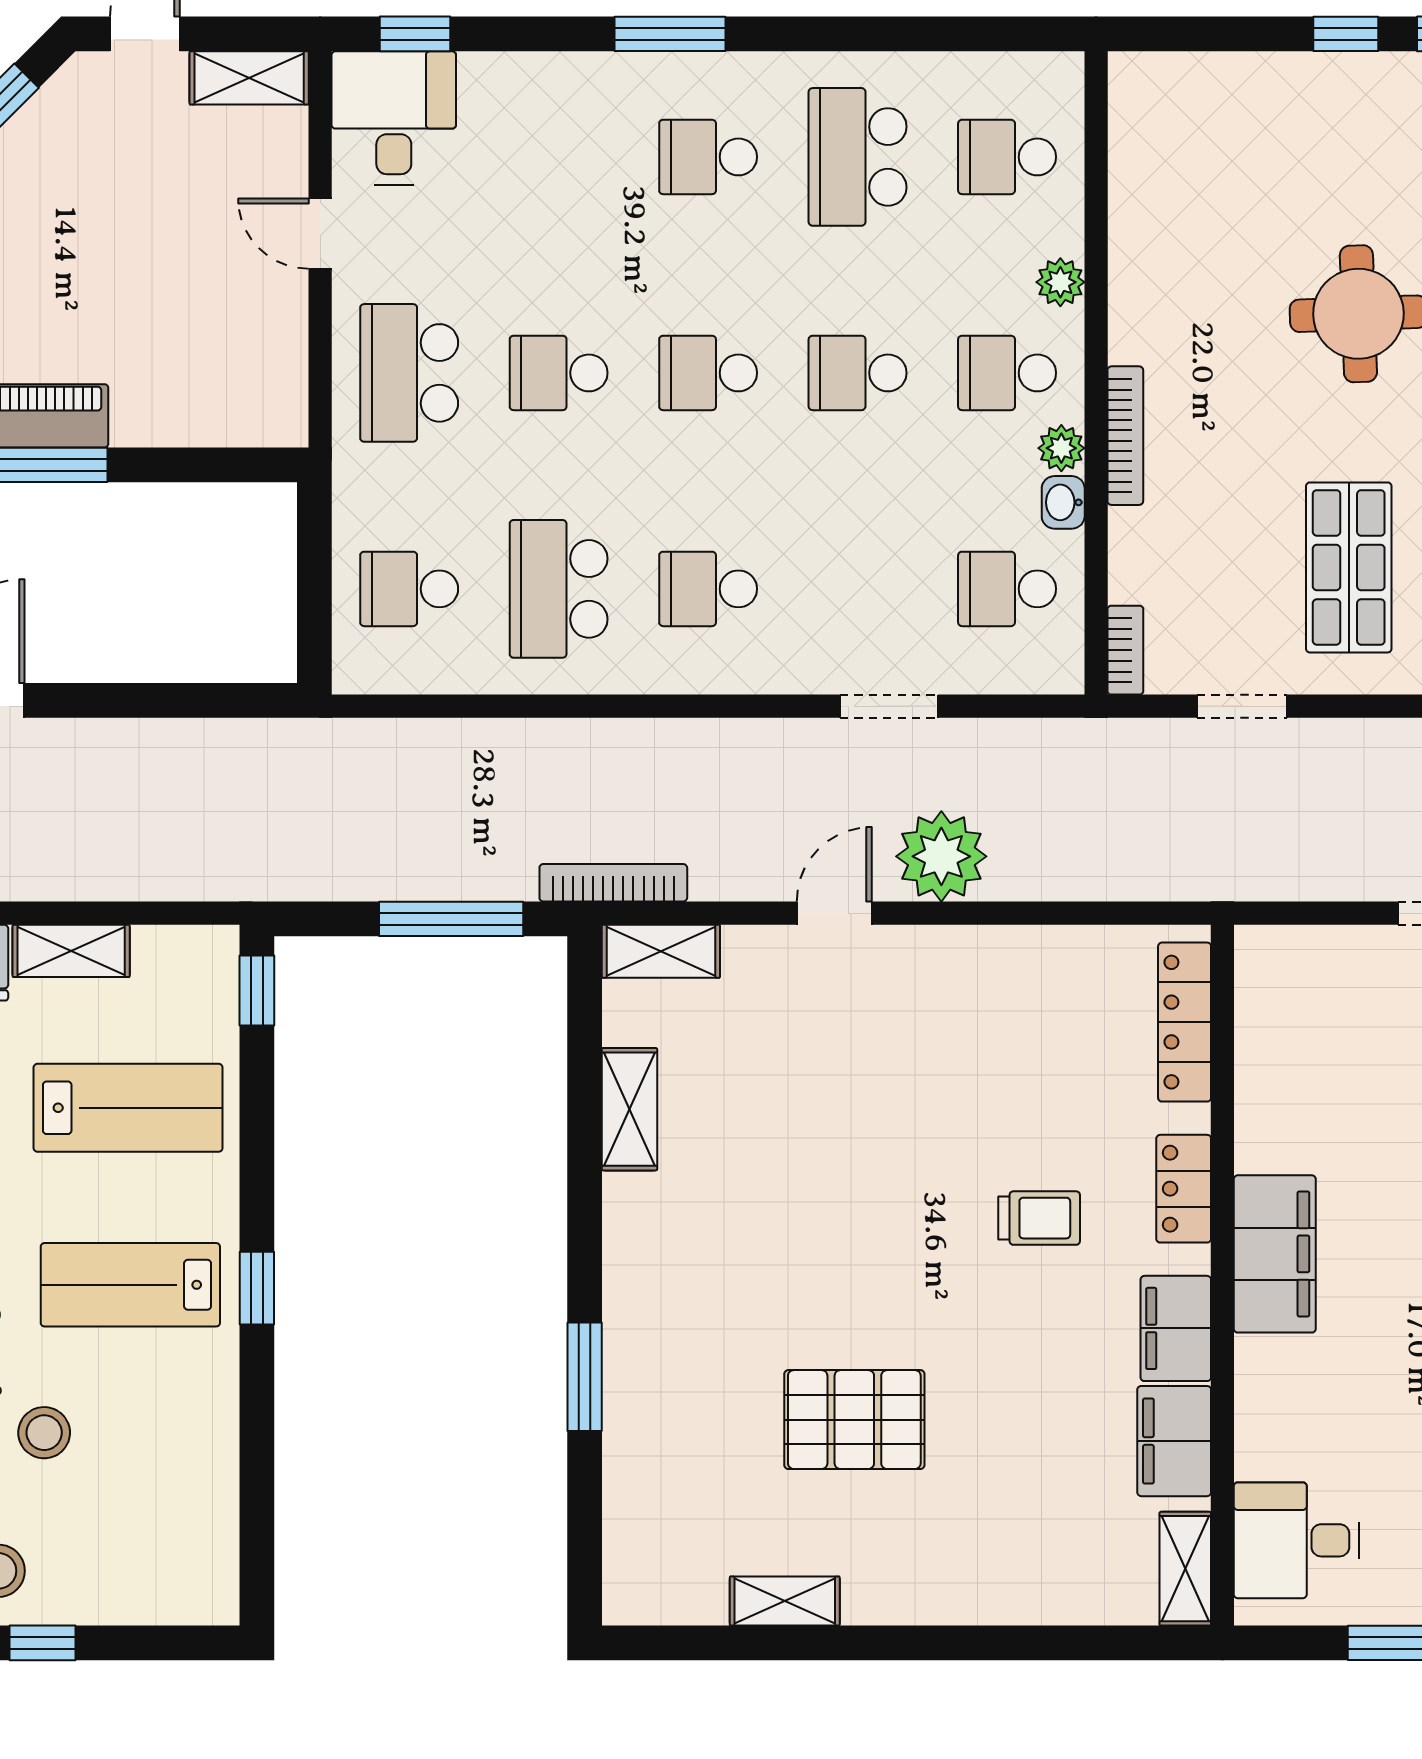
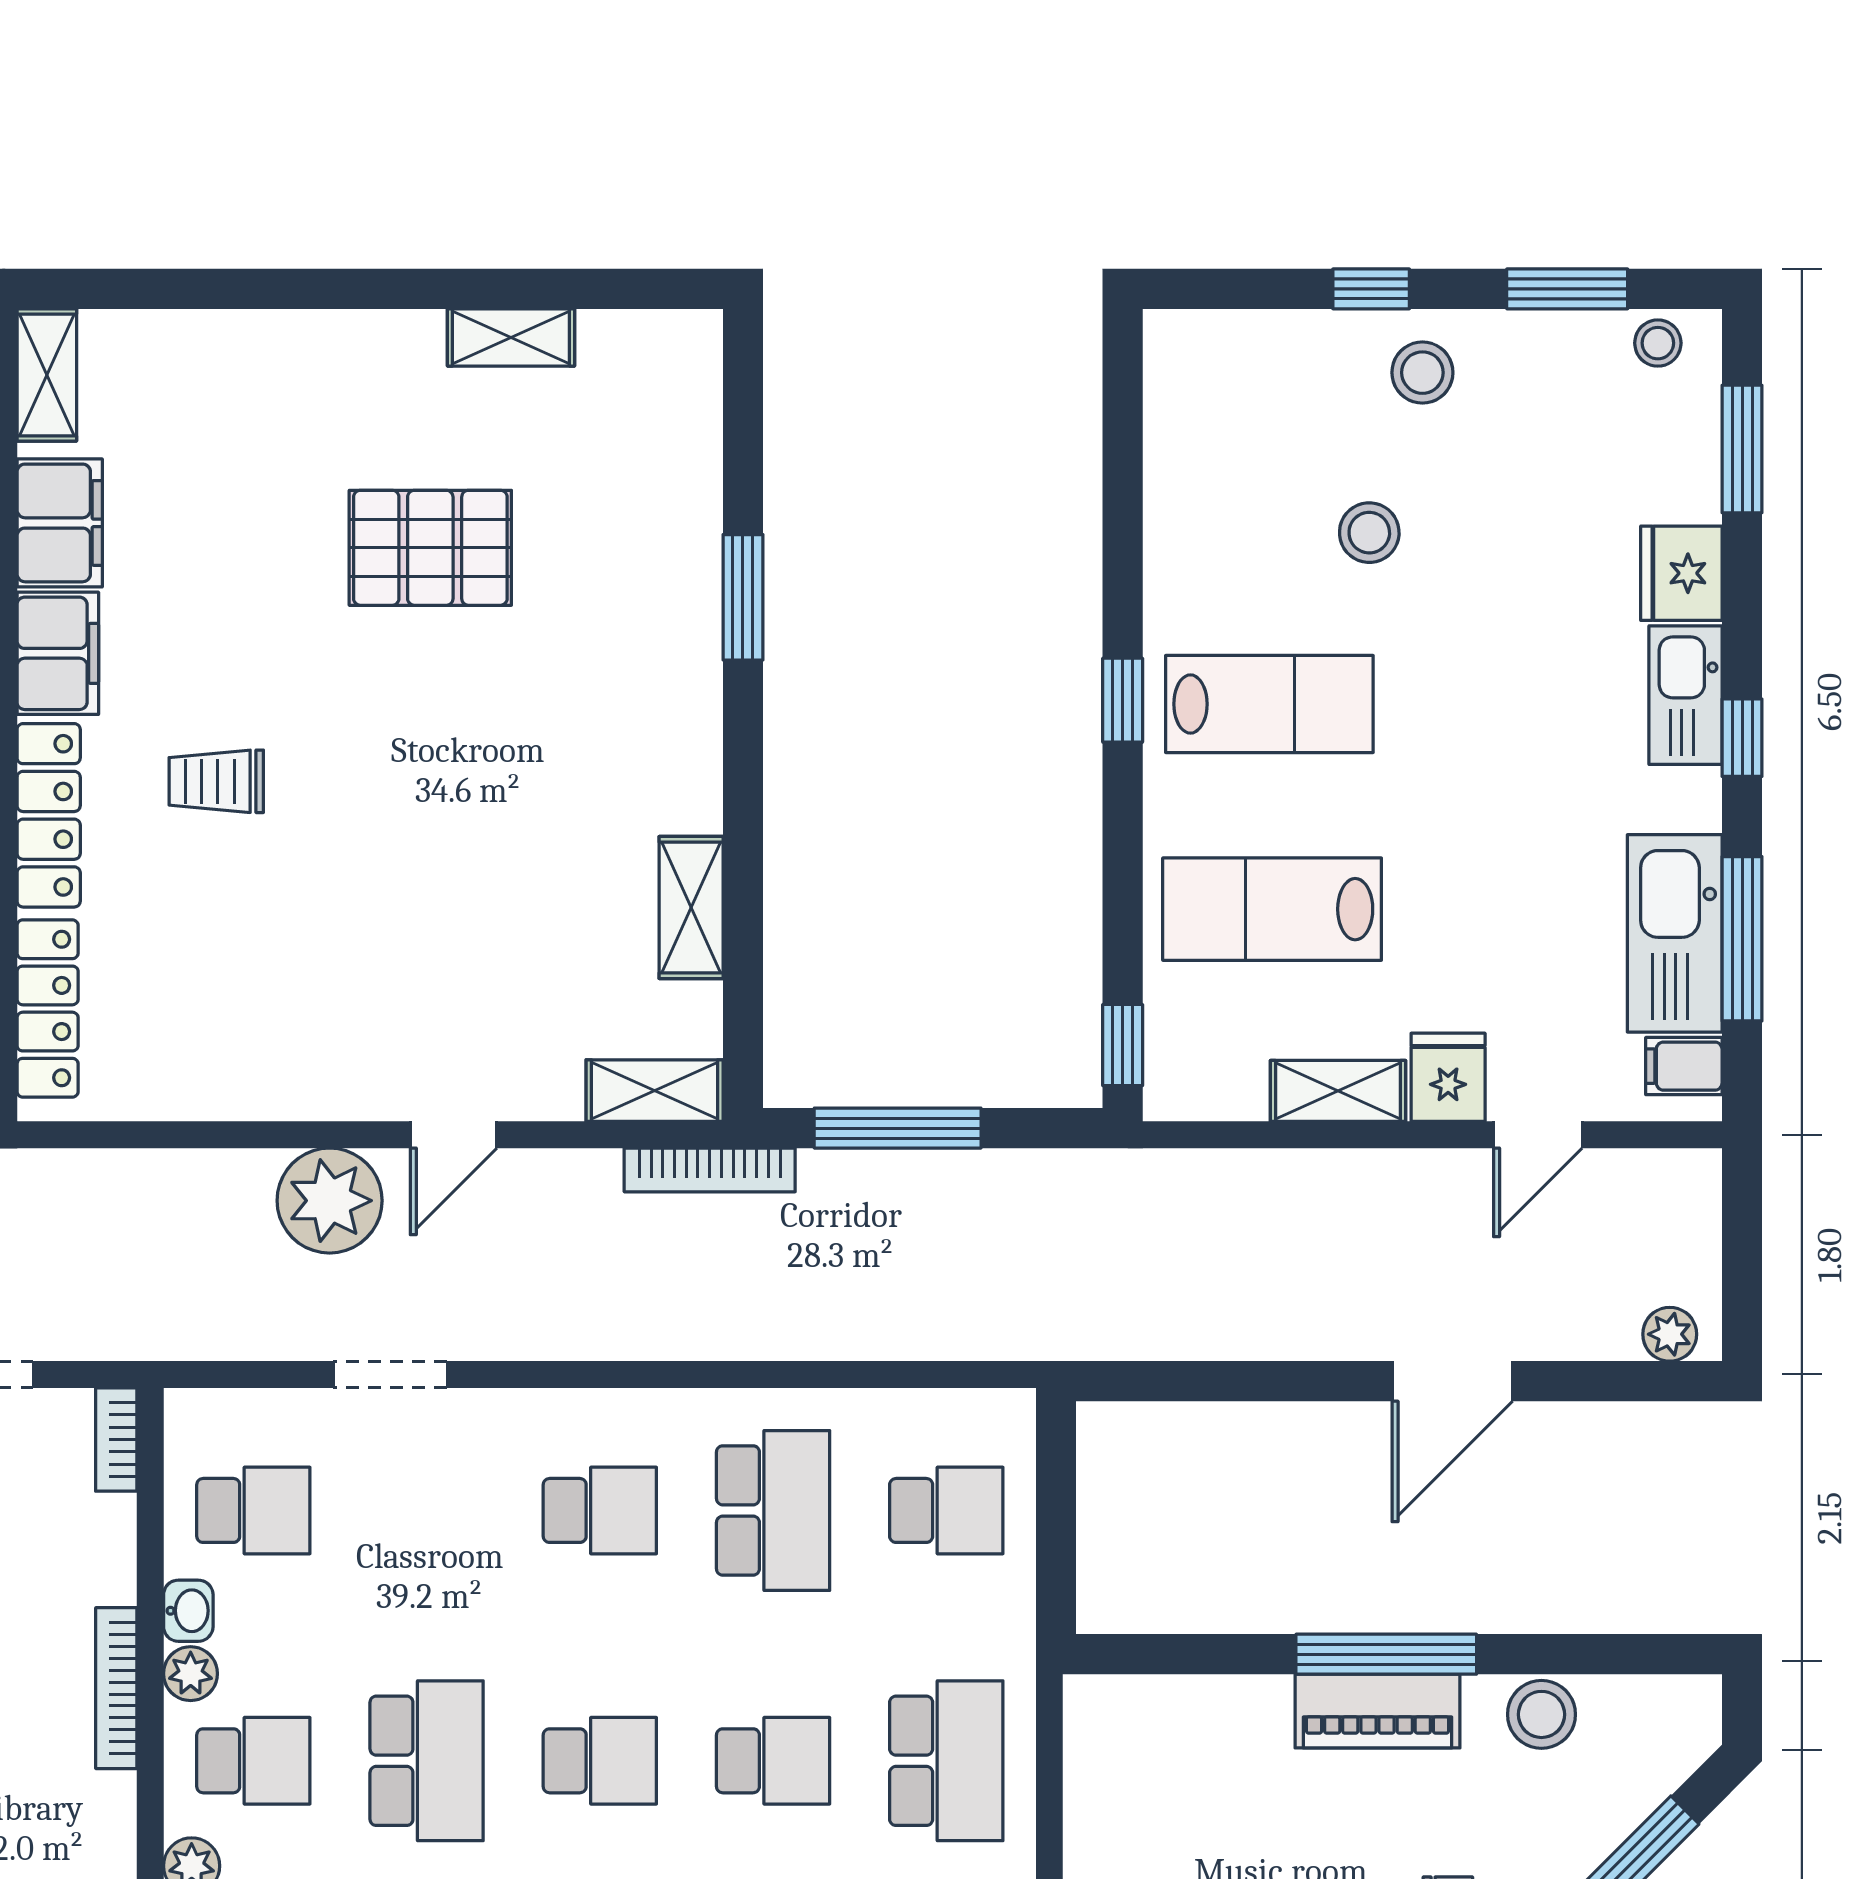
school desk: (858, 373) -> (427, 1761), width x1.85
locker: (1184, 1189) -> (49, 815), width x1.53

